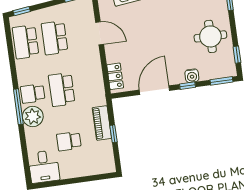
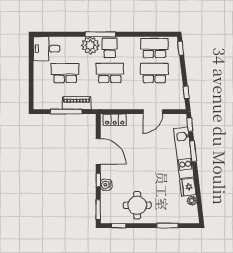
window: (114, 134) -> (66, 112), width x2.17
school desk: (69, 141) -> (65, 73), width x1.85

